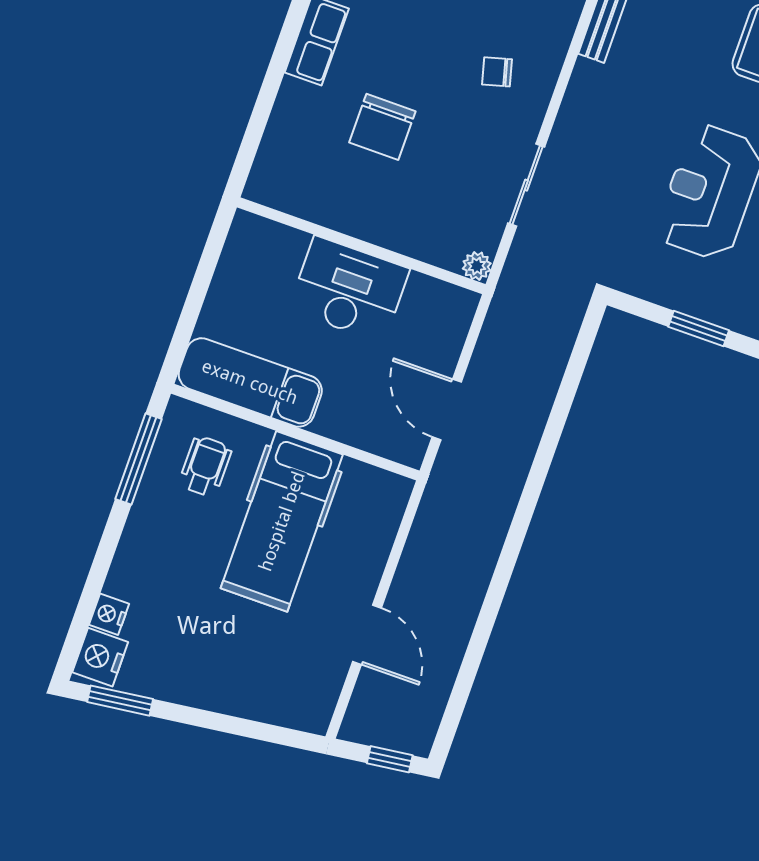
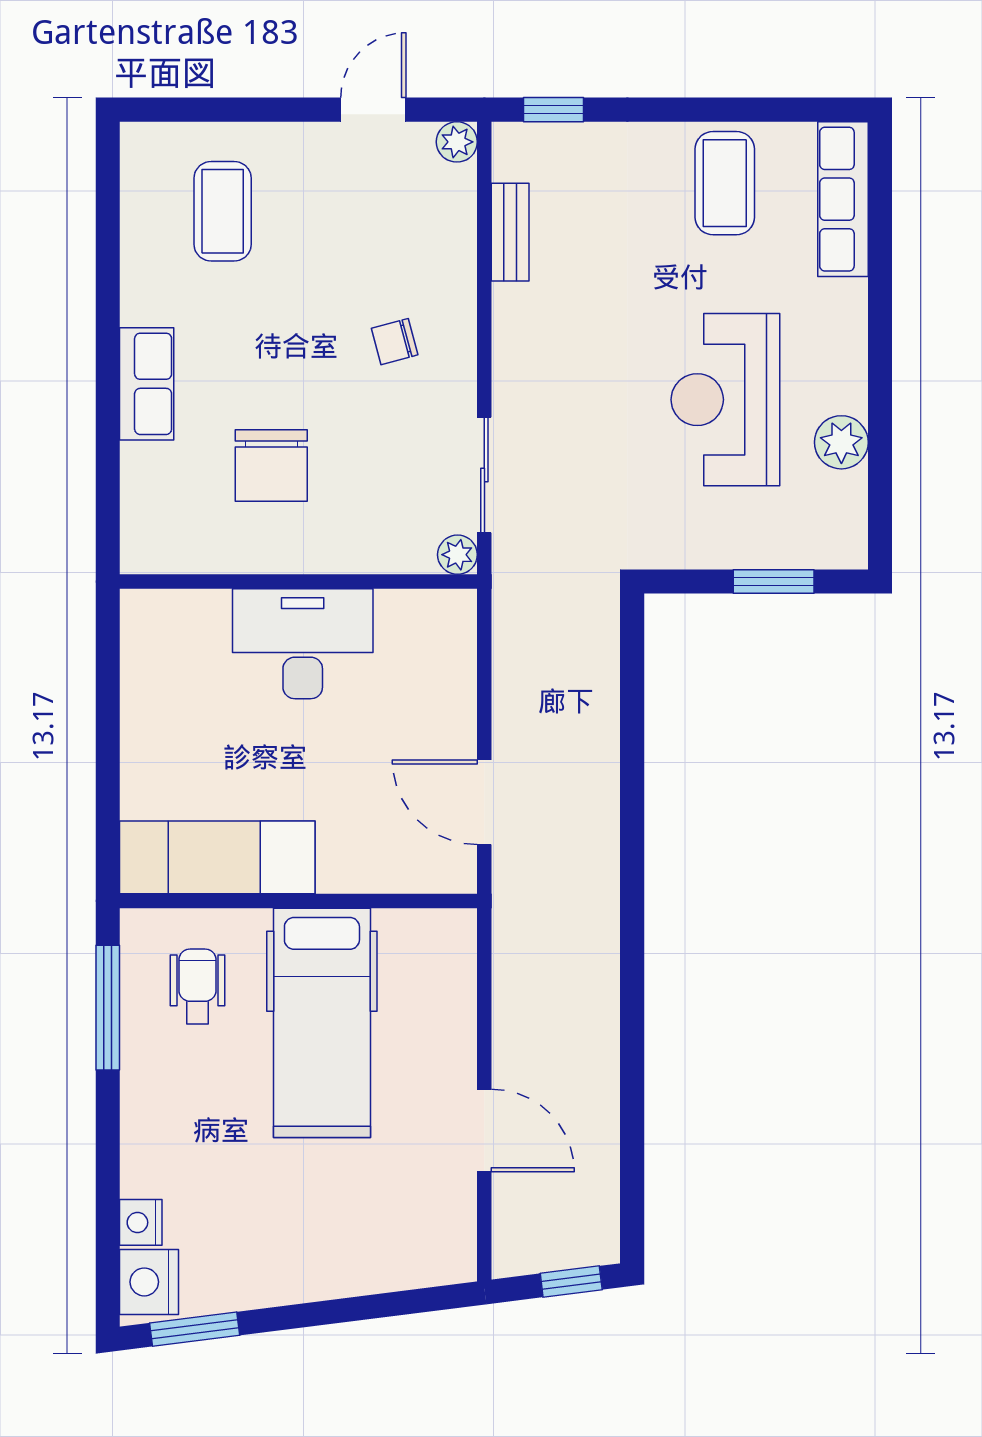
wall: (361, 246) -> (298, 582), moved
plant: (477, 266) -> (457, 555), moved
desk: (349, 289) -> (303, 644), moved

